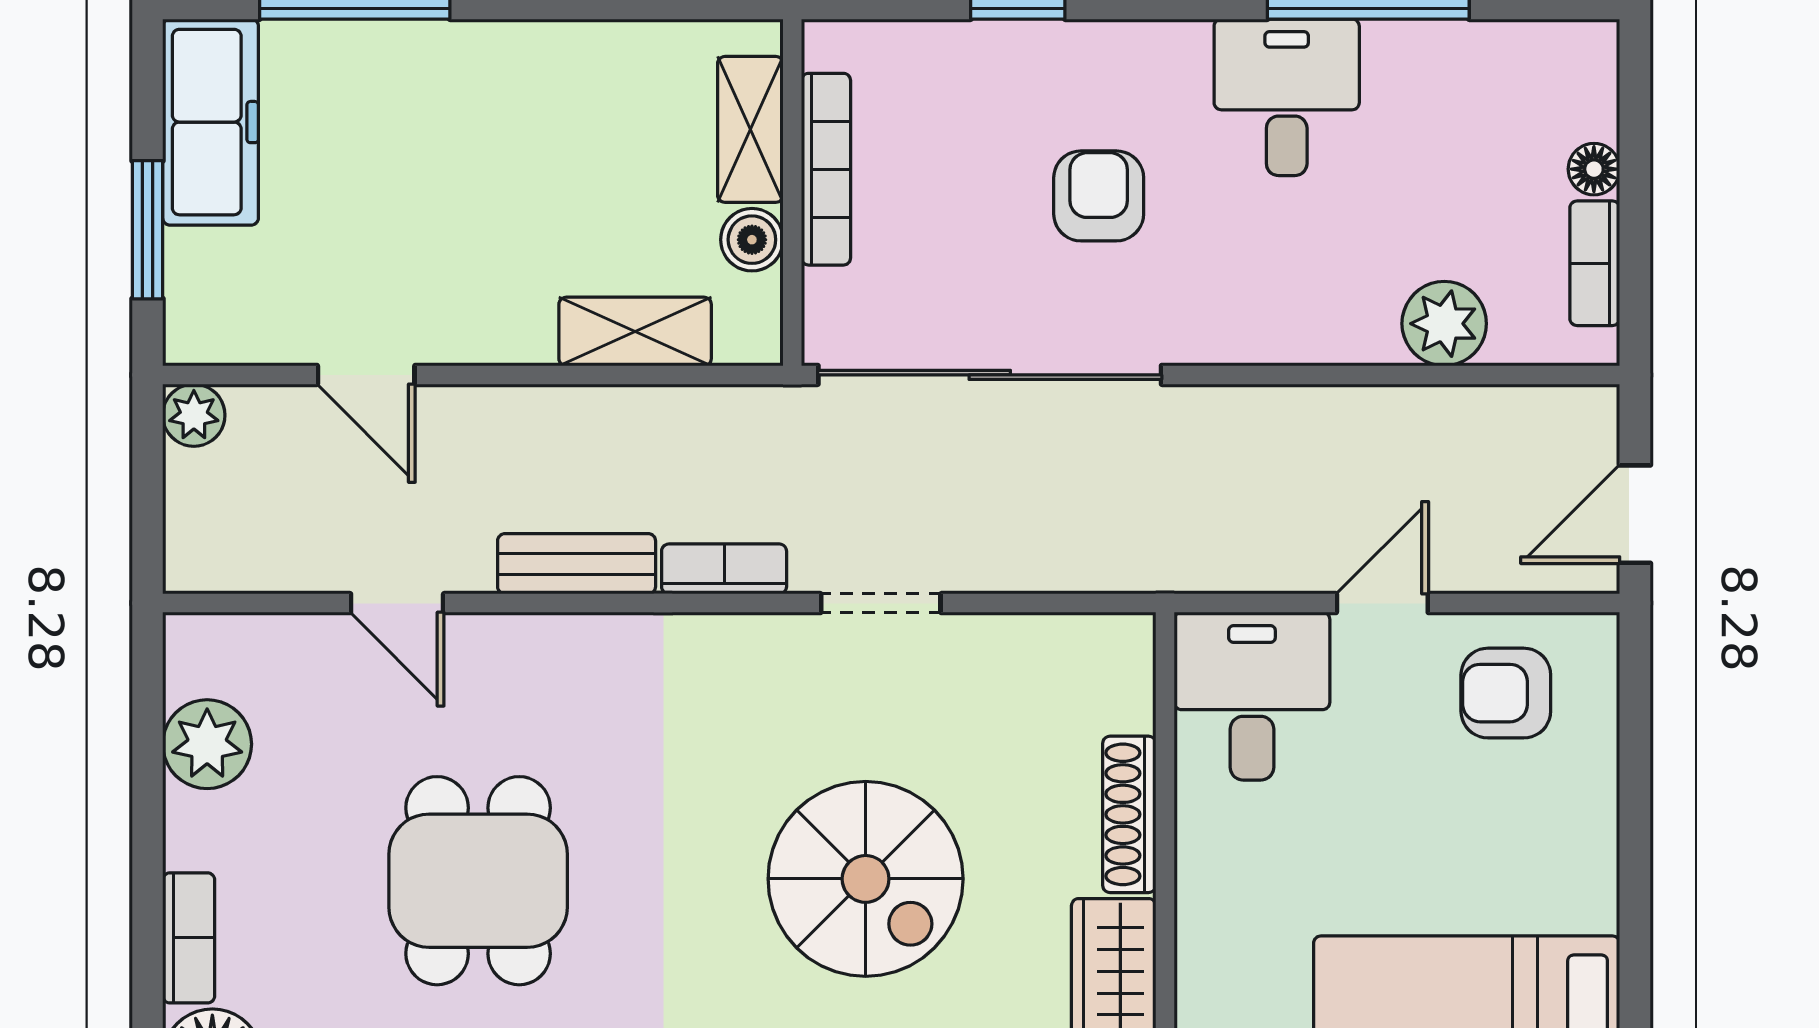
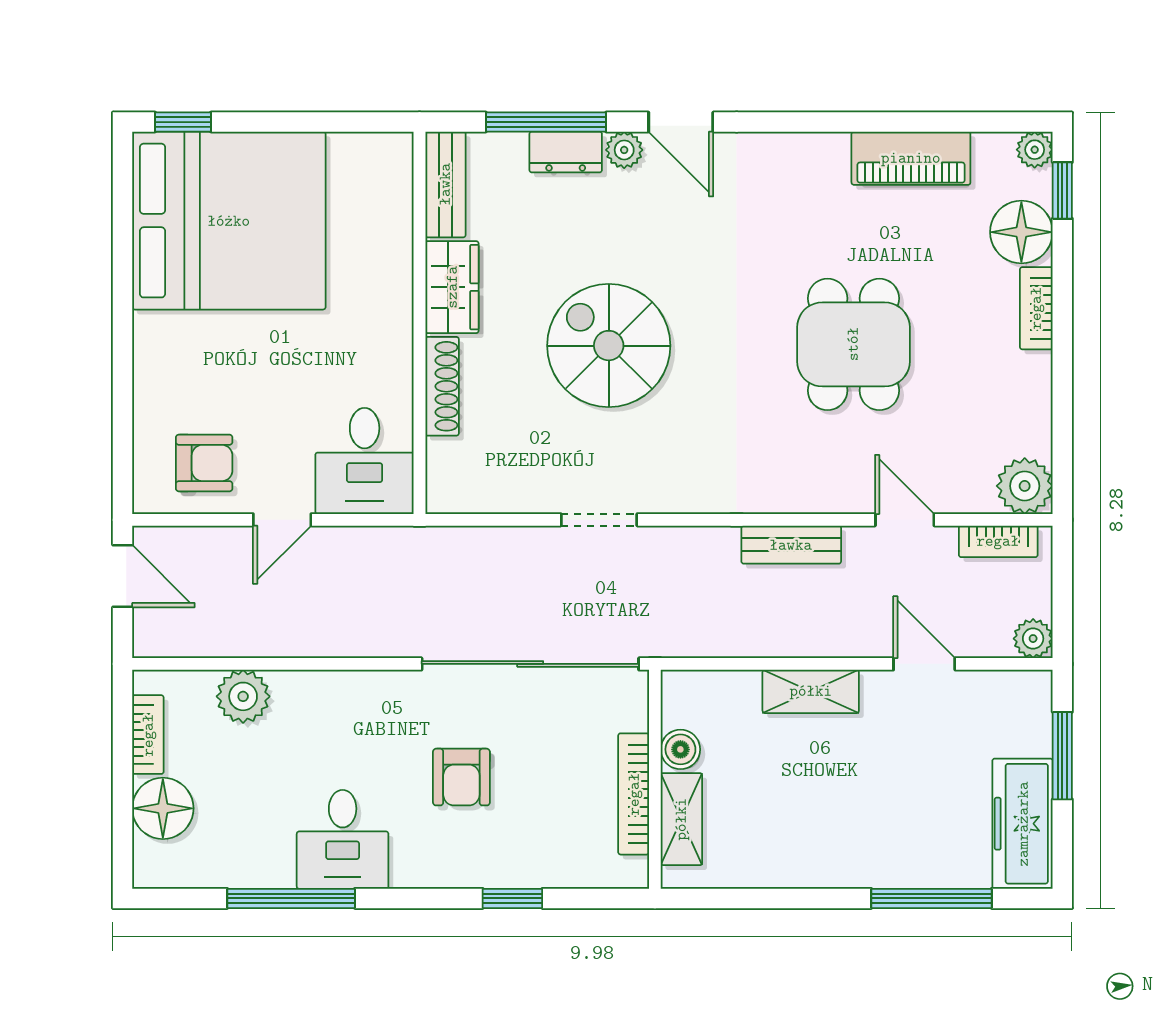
floor lamp: (1594, 169) -> (163, 808), width x1.89, depth x1.89
shelving: (635, 332) -> (811, 691), moved
door: (1635, 514) -> (123, 576), hinge flipped
bookcase: (724, 569) -> (998, 541), moved
plant: (207, 744) -> (1025, 486), moved

